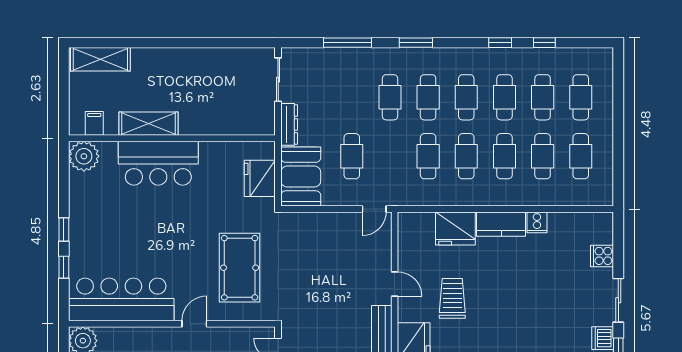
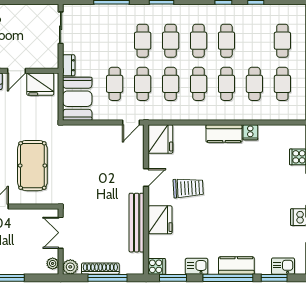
cafe table: (543, 97) -> (143, 84), moved
dresser: (289, 124) -> (69, 65), width x0.70
door: (218, 138) -> (16, 71), added
fridge: (260, 178) -> (40, 84), moved, turned -90
fridge: (455, 229) -> (160, 139), moved, turned -90
door: (395, 284) -> (146, 177), hinge flipped
trolley: (452, 298) -> (188, 188), turned 87

